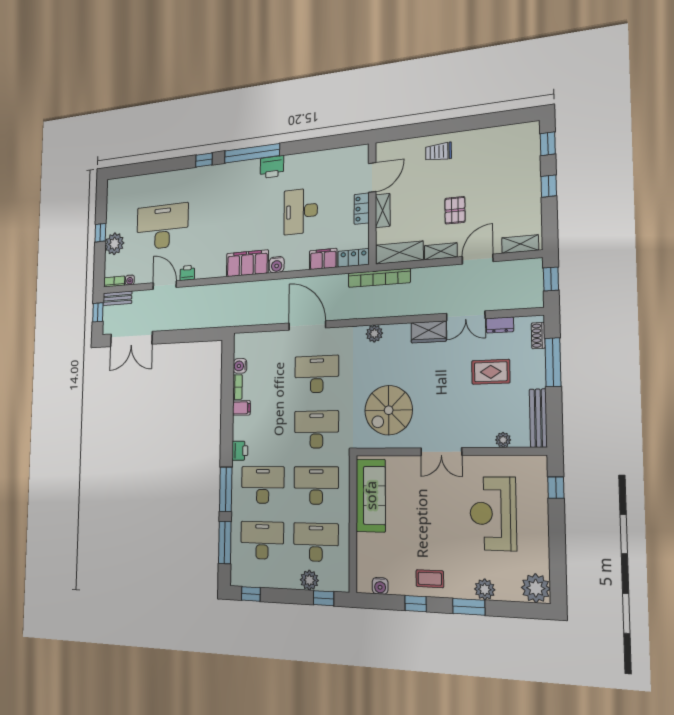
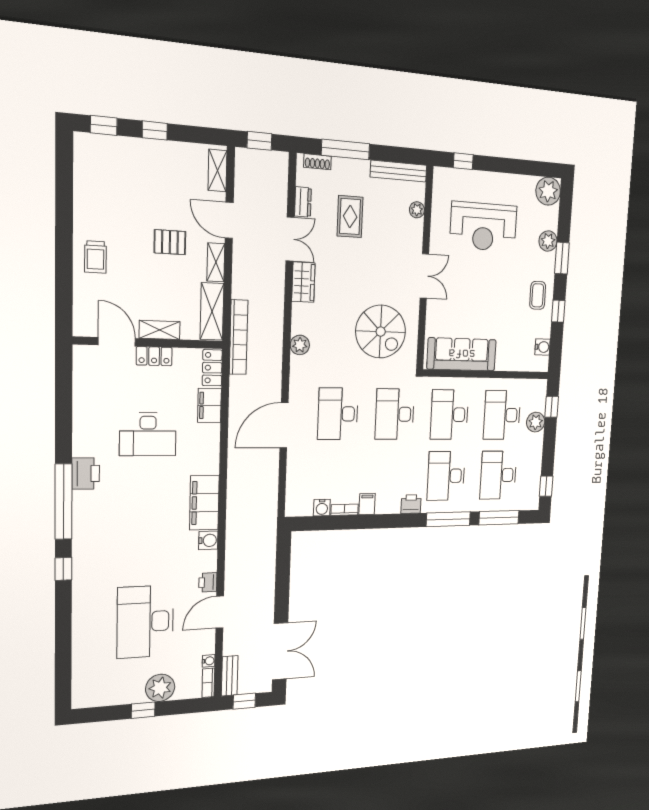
water cooler: (277, 265) -> (208, 540), moved

